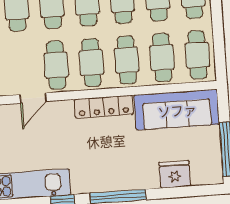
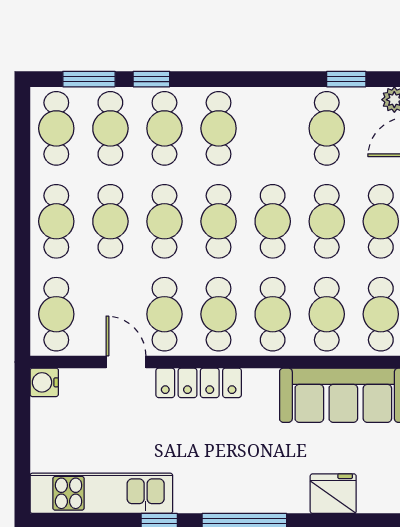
door: (33, 98) -> (126, 362), swing flipped
locker: (104, 107) -> (199, 383), moved

